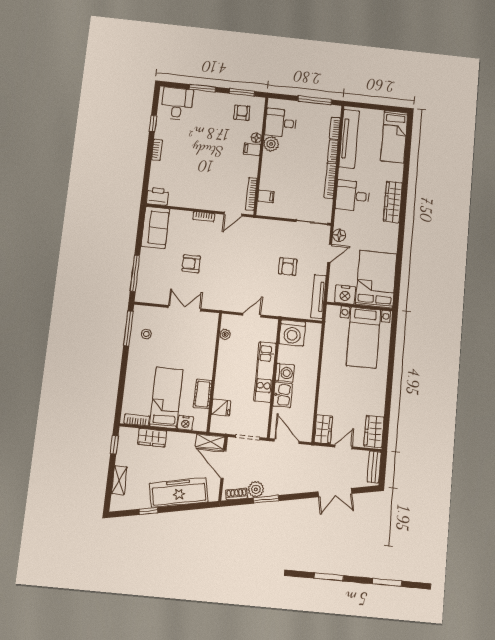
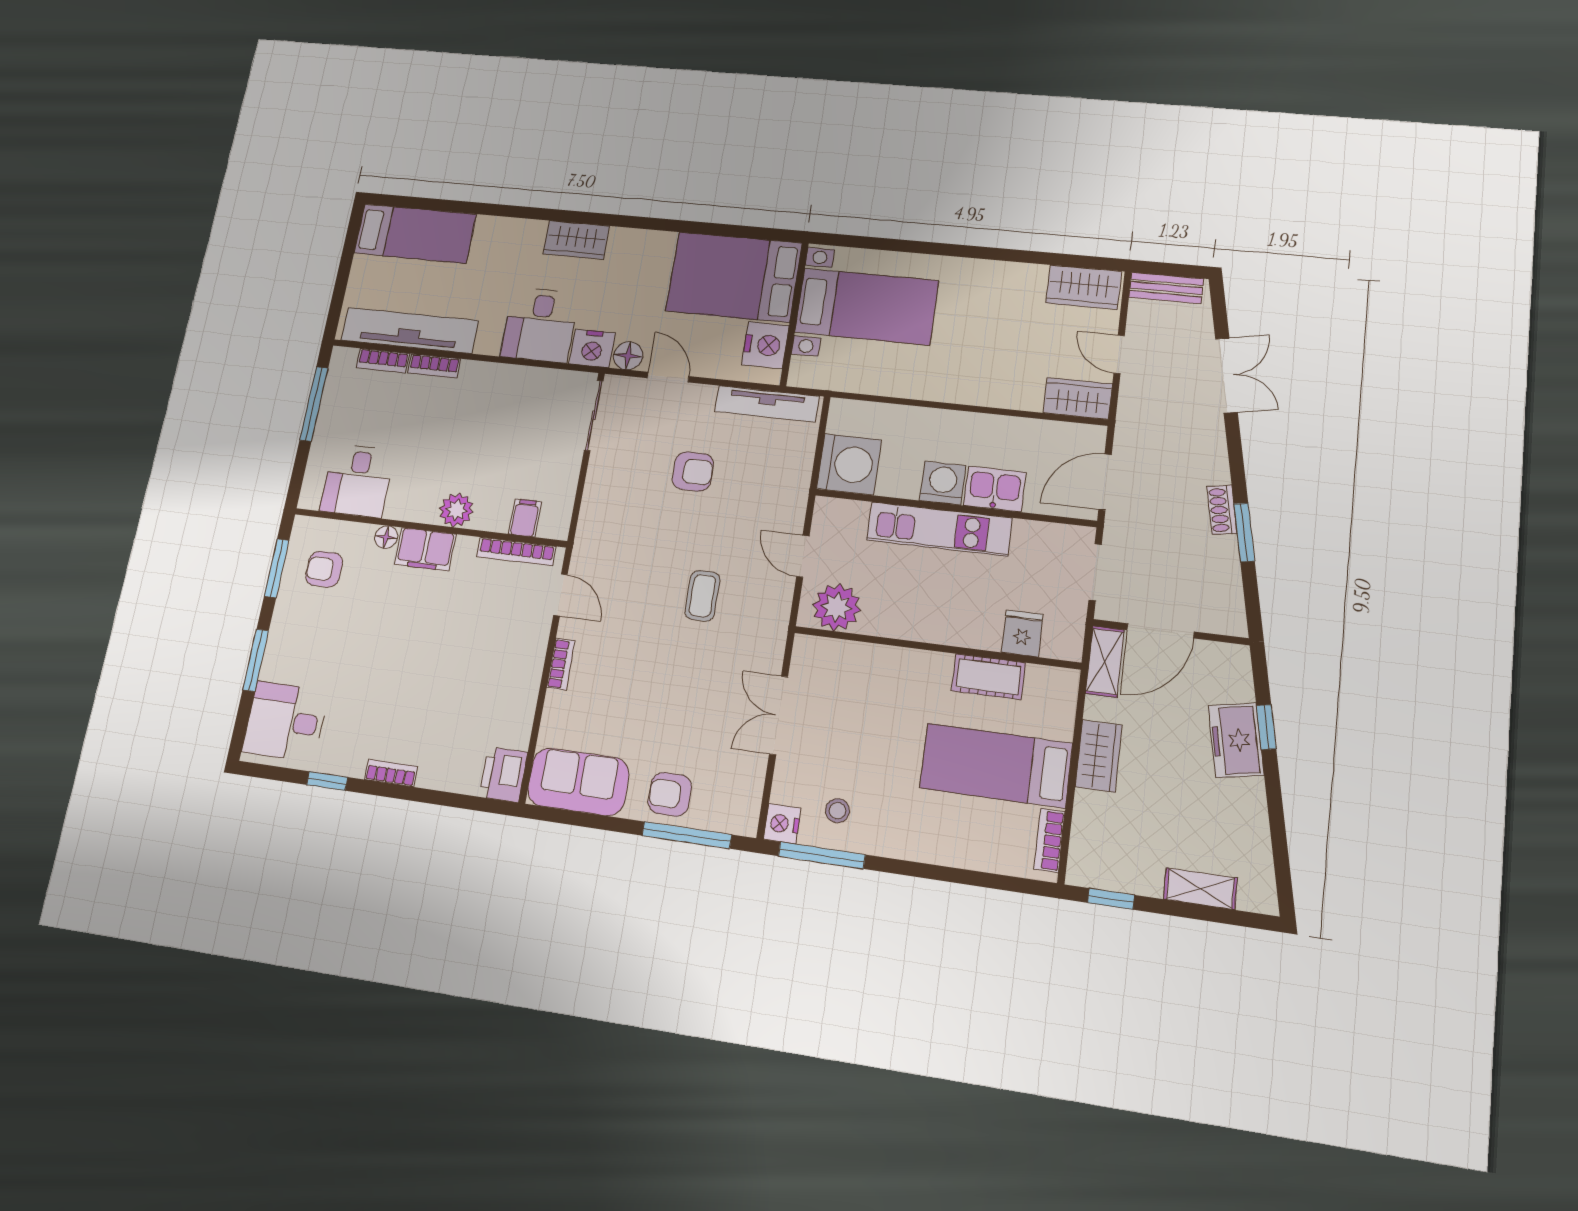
plant: (271, 144) -> (456, 510), moved
filing cabinet: (252, 149) -> (425, 549), width x2.00
bookcase: (330, 181) -> (501, 373), removed
wardrobe: (393, 202) -> (576, 240), width x0.67
nightstand: (342, 219) -> (592, 348), added
armchair: (191, 264) -> (670, 794), moved, turned 90
coffee table: (234, 274) -> (702, 596), added
plant: (225, 334) -> (837, 607), width x1.87, depth x1.87
nightstand: (185, 423) -> (782, 824), moved, turned 180
wardrobe: (152, 438) -> (1099, 756), moved
plant: (256, 489) -> (1220, 556), removed
freezer: (179, 492) -> (1236, 740), width x0.52, depth x0.79
shoe rack: (237, 494) -> (1222, 510), moved
window: (149, 511) -> (1266, 727), moved

